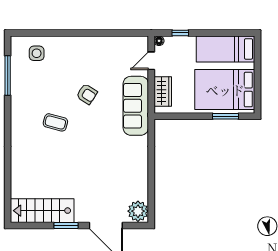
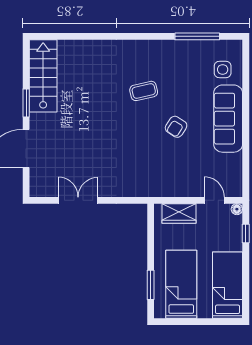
bed: (225, 90) -> (181, 284), width x0.67
sofa: (136, 106) -> (228, 119), moved, turned -90
coffee table: (55, 122) -> (144, 91), turned 62
double door: (151, 180) -> (78, 200), added
plant: (138, 211) -> (42, 185), removed

